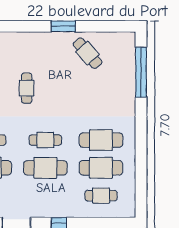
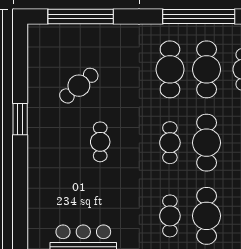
cafe table: (88, 53) -> (79, 86), moved
cafe table: (27, 88) -> (100, 142), moved, turned 90
window: (141, 162) -> (199, 17), added

